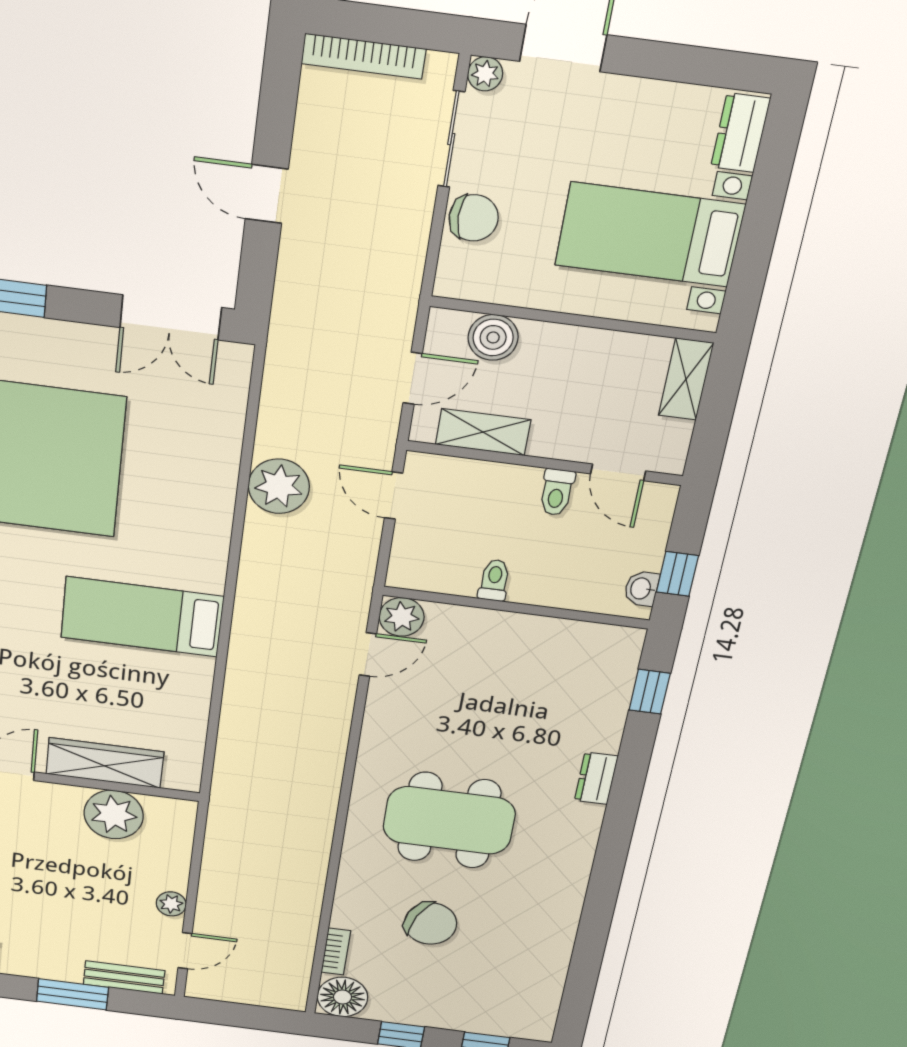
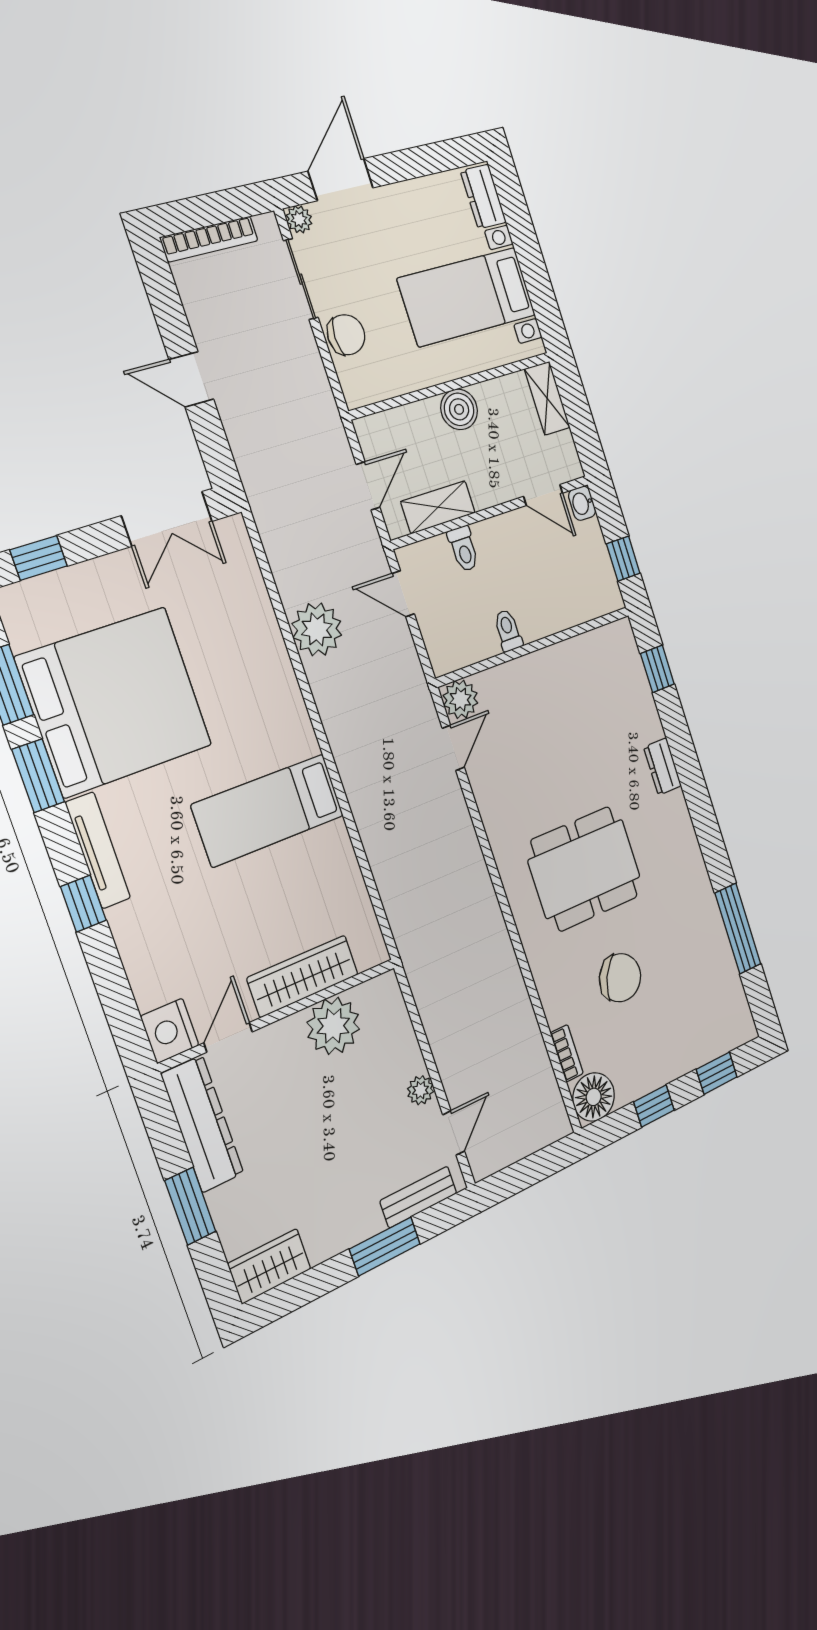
boiler: (493, 337) -> (459, 409), moved
toilet: (557, 492) -> (463, 549), moved
washbasin: (641, 589) -> (582, 503), moved
window: (589, 950) -> (738, 929), added

